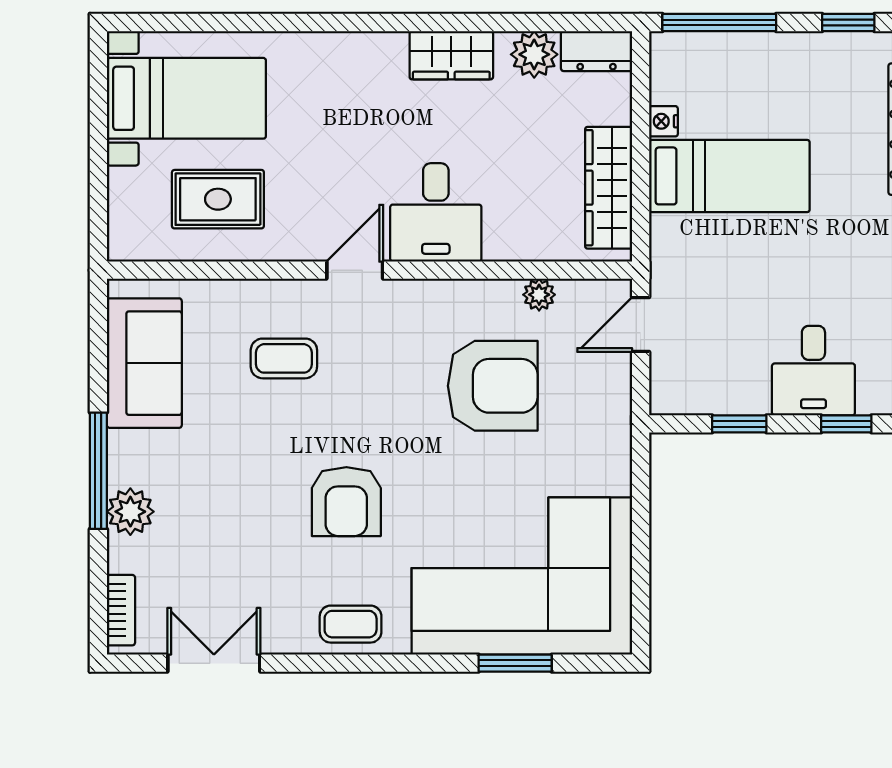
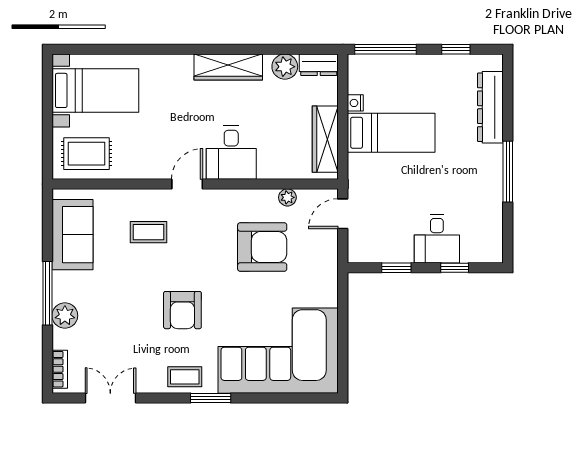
wardrobe: (451, 55) -> (228, 67), width x1.50
rug: (218, 199) -> (86, 154), moved
window: (515, 663) -> (211, 398), moved

